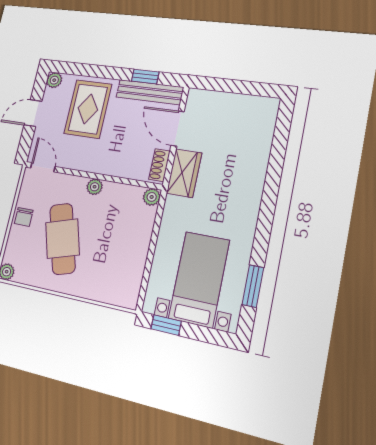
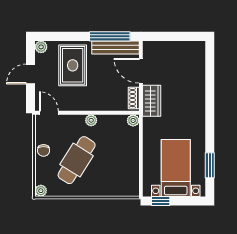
window: (145, 77) -> (110, 36), width x2.17
cafe table: (62, 239) -> (77, 160), turned 49

